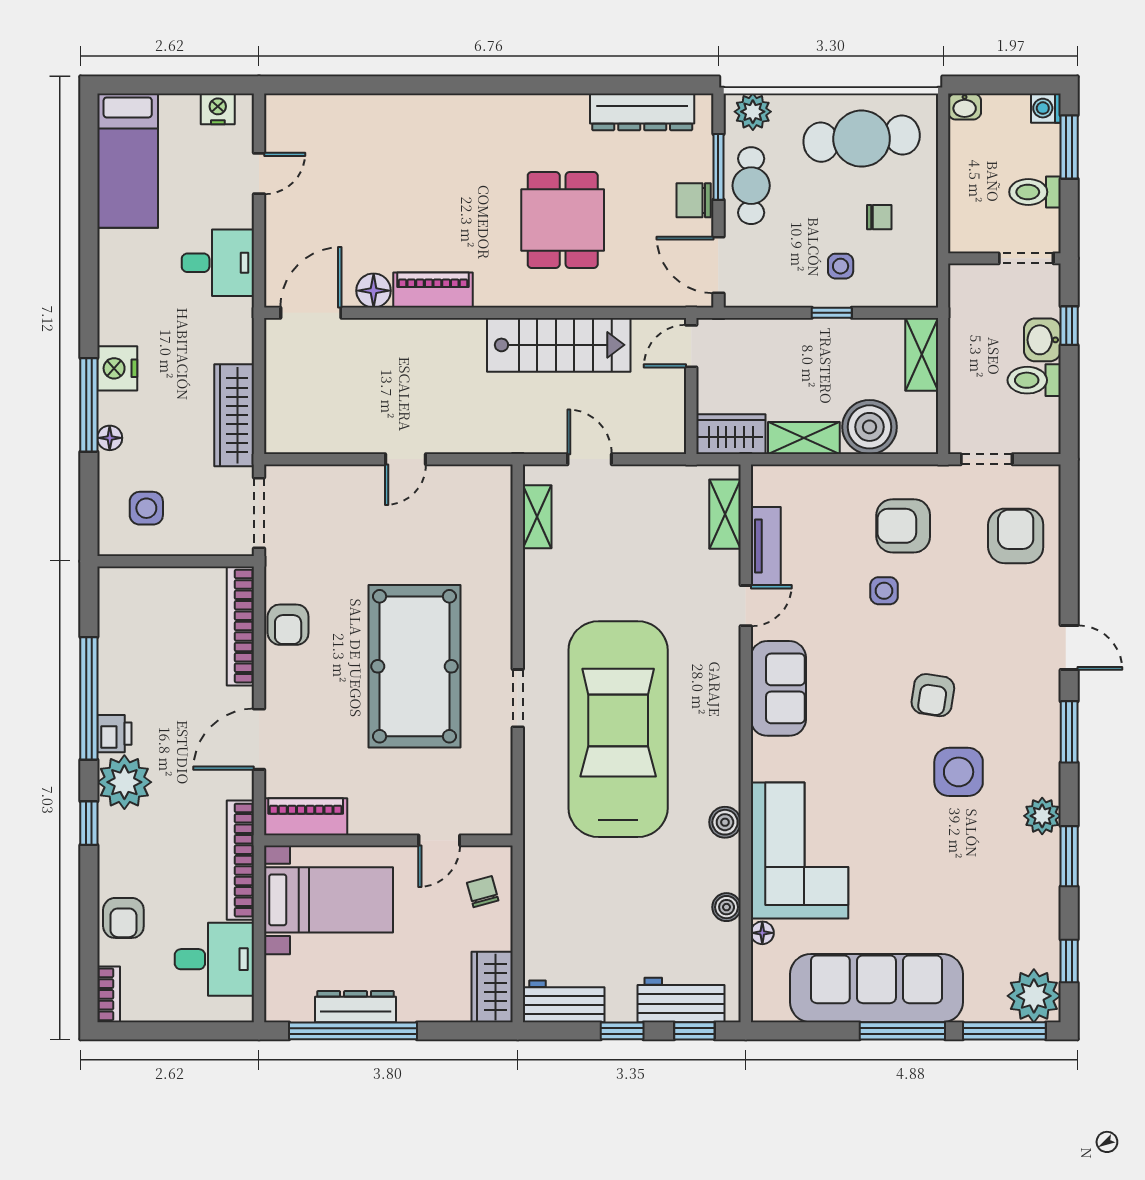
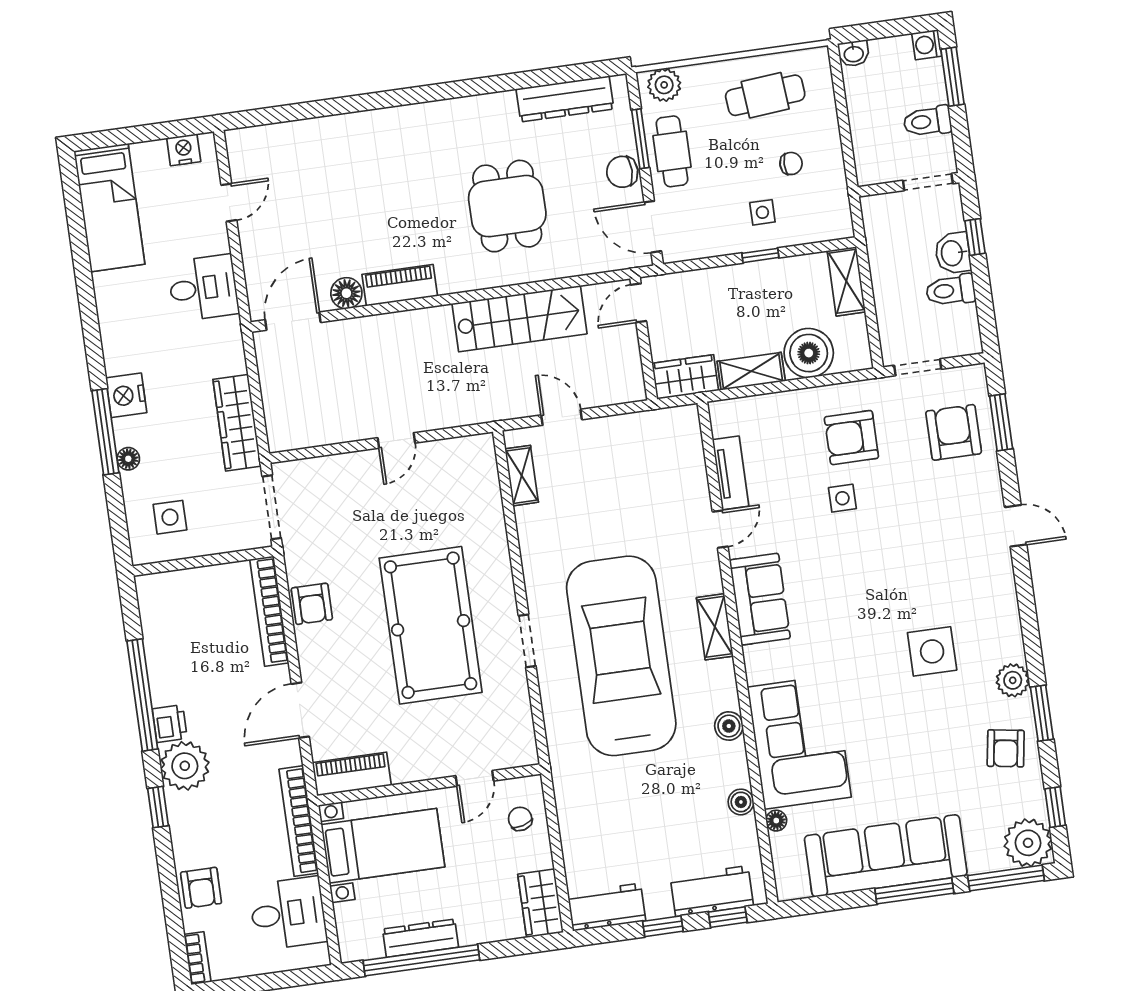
cafe table: (862, 139) -> (765, 95), width x0.73, depth x0.74
shelving: (725, 514) -> (715, 627), moved
armchair: (933, 695) -> (1006, 748), moved
window: (1069, 732) -> (1001, 422), moved

